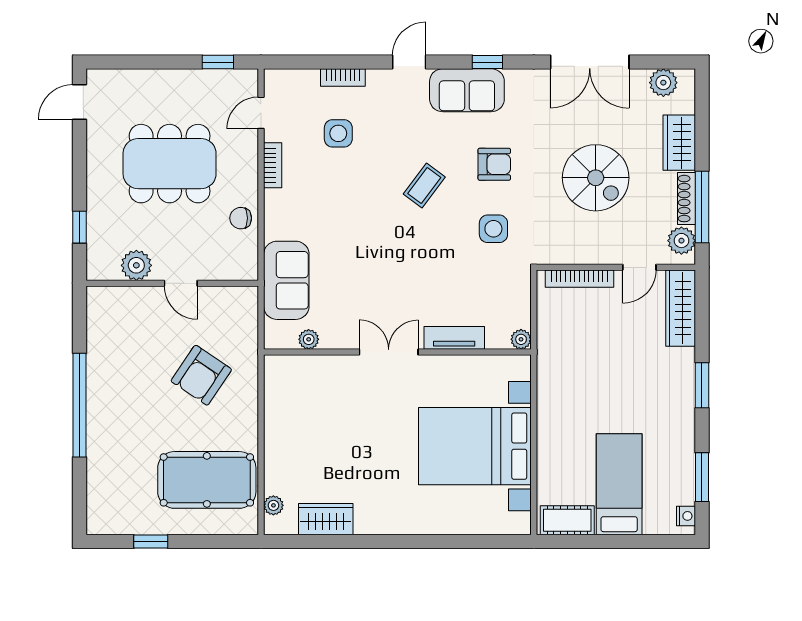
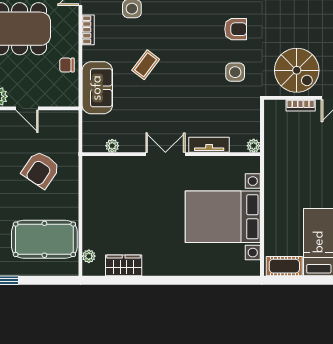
spiral stairs: (596, 178) -> (297, 70), moved
coffee table: (424, 185) -> (146, 65), moved
bookcase: (579, 279) -> (301, 105), width x0.64
sofa: (286, 280) -> (97, 88), moved

